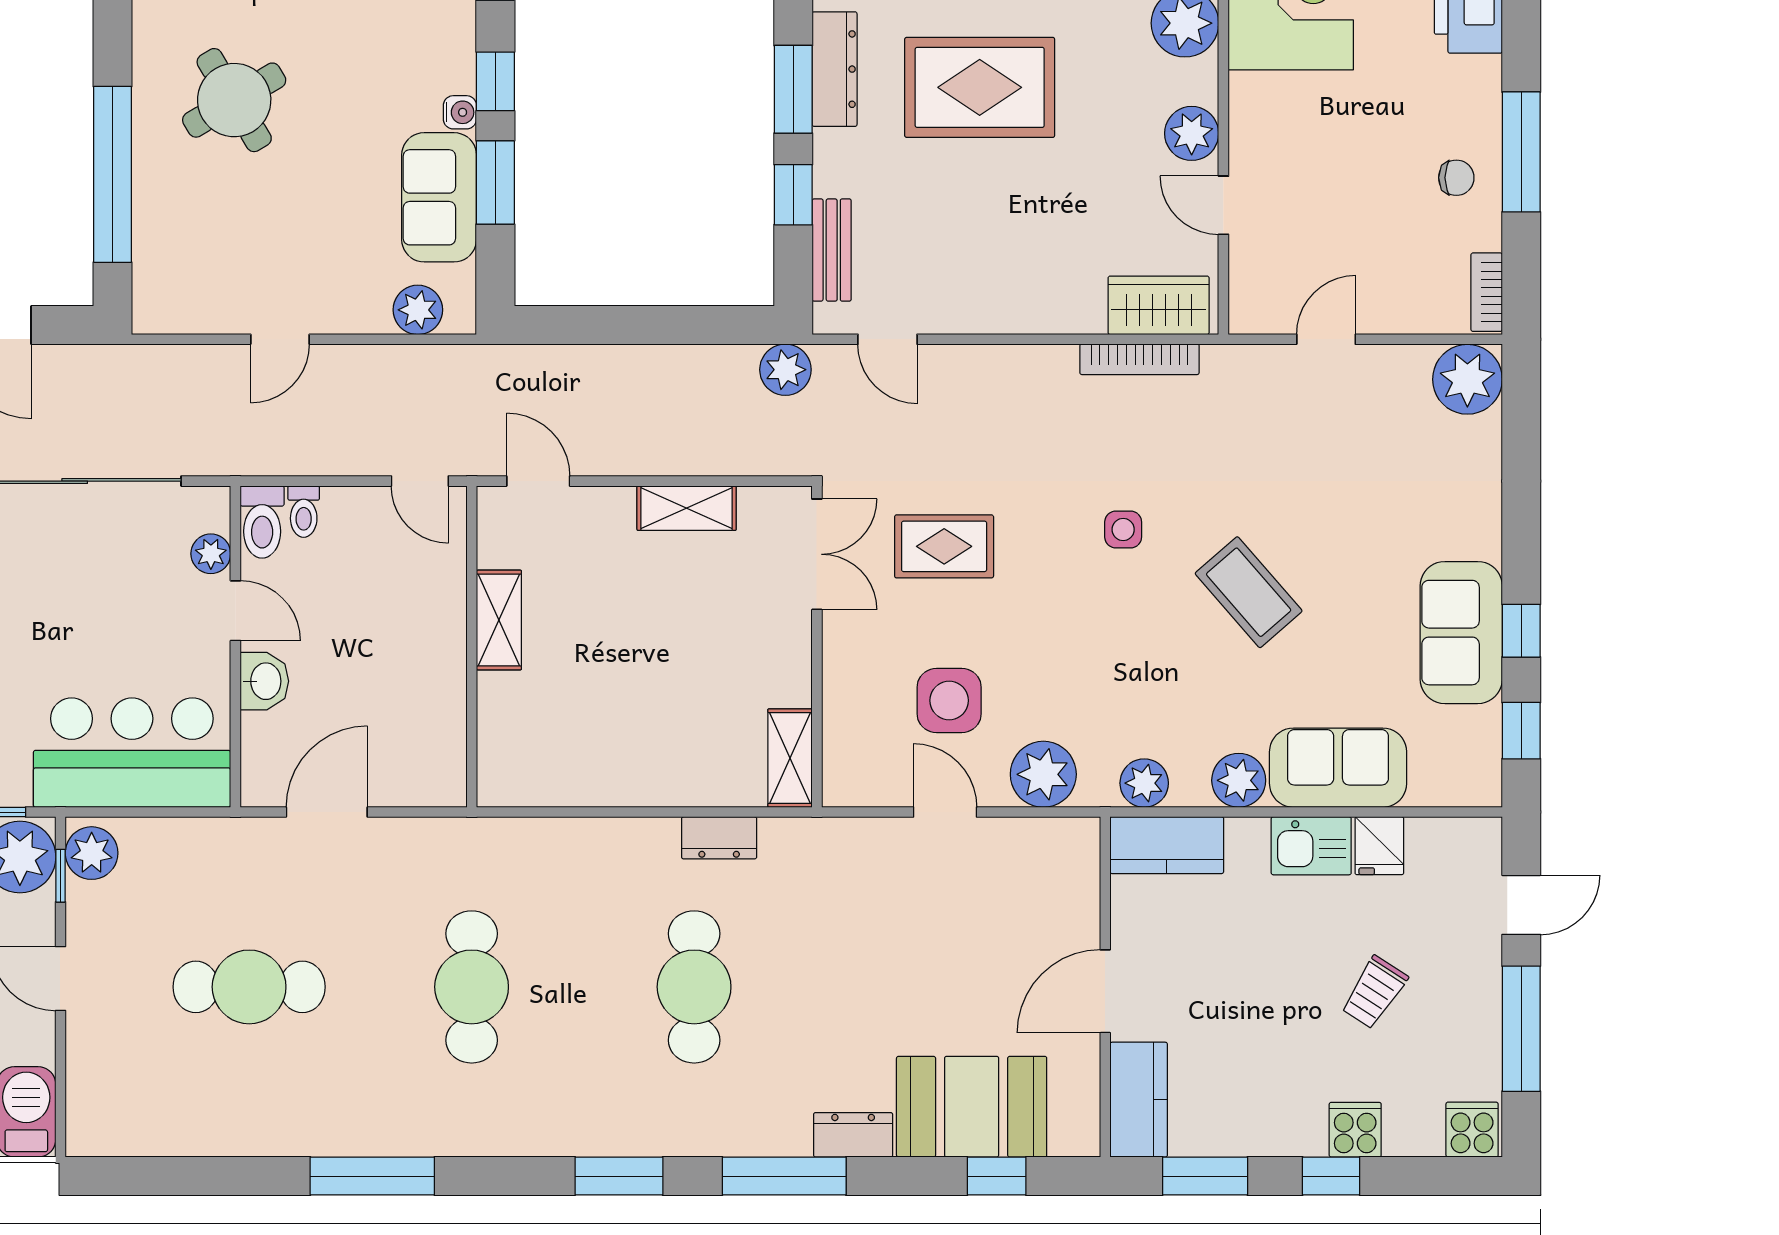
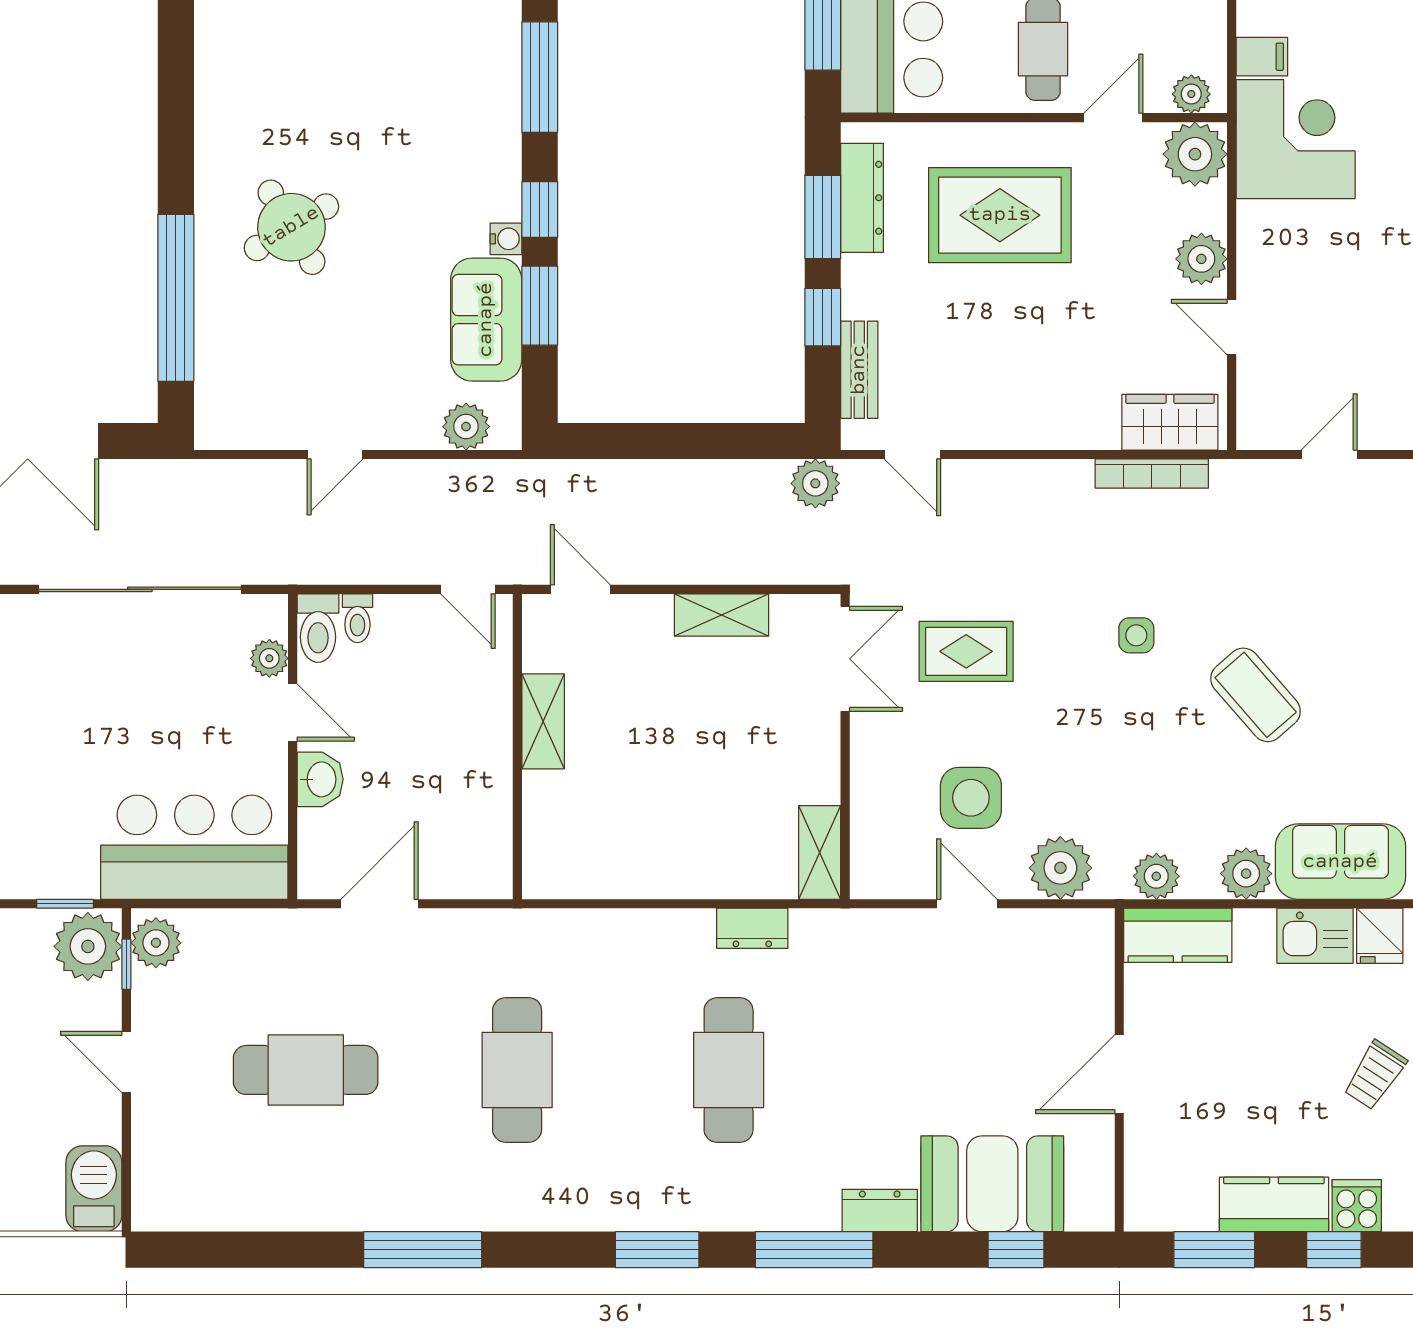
kitchen counter: (1139, 1100) -> (1274, 1204), moved, turned -90

